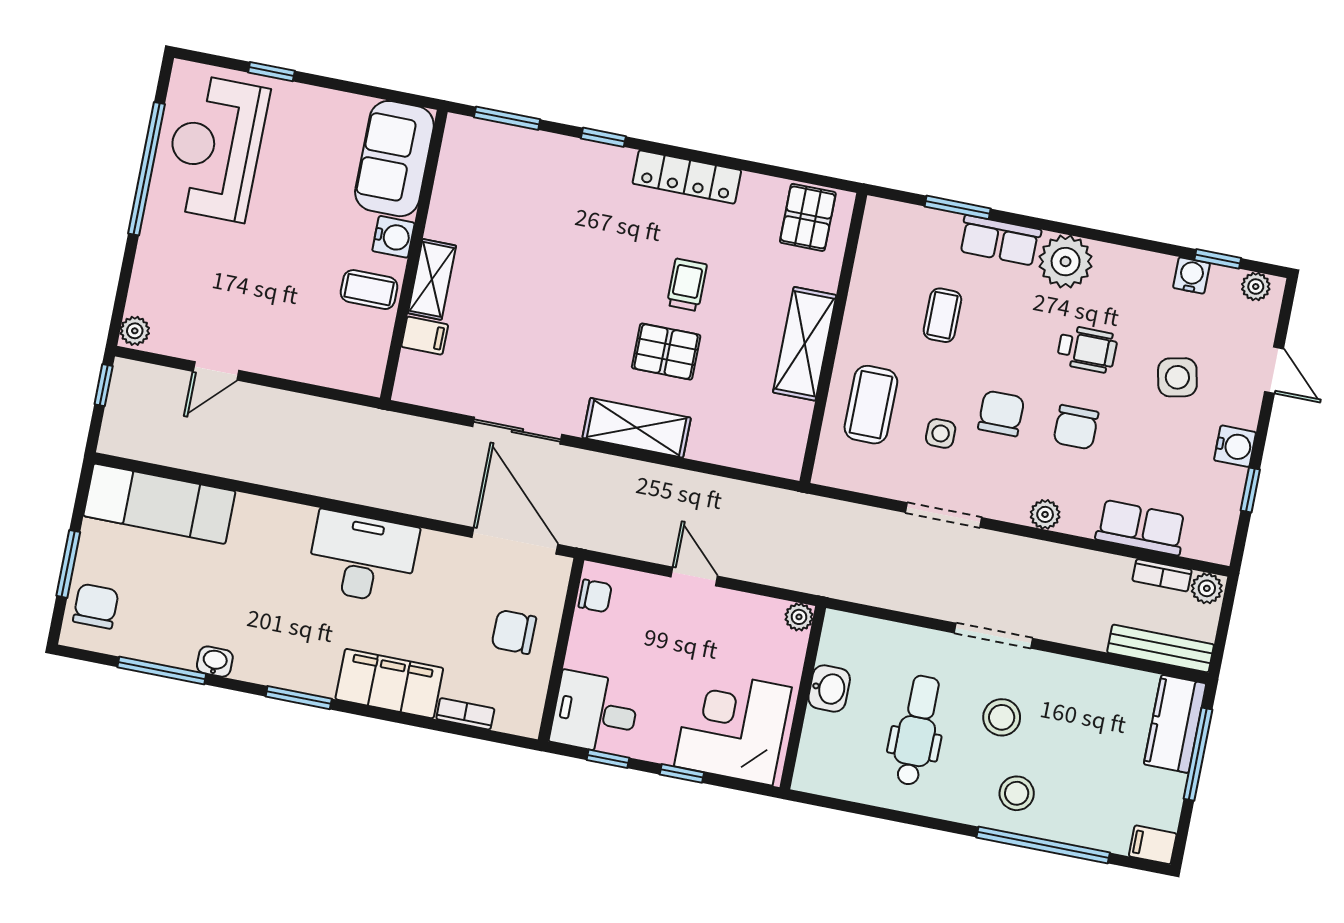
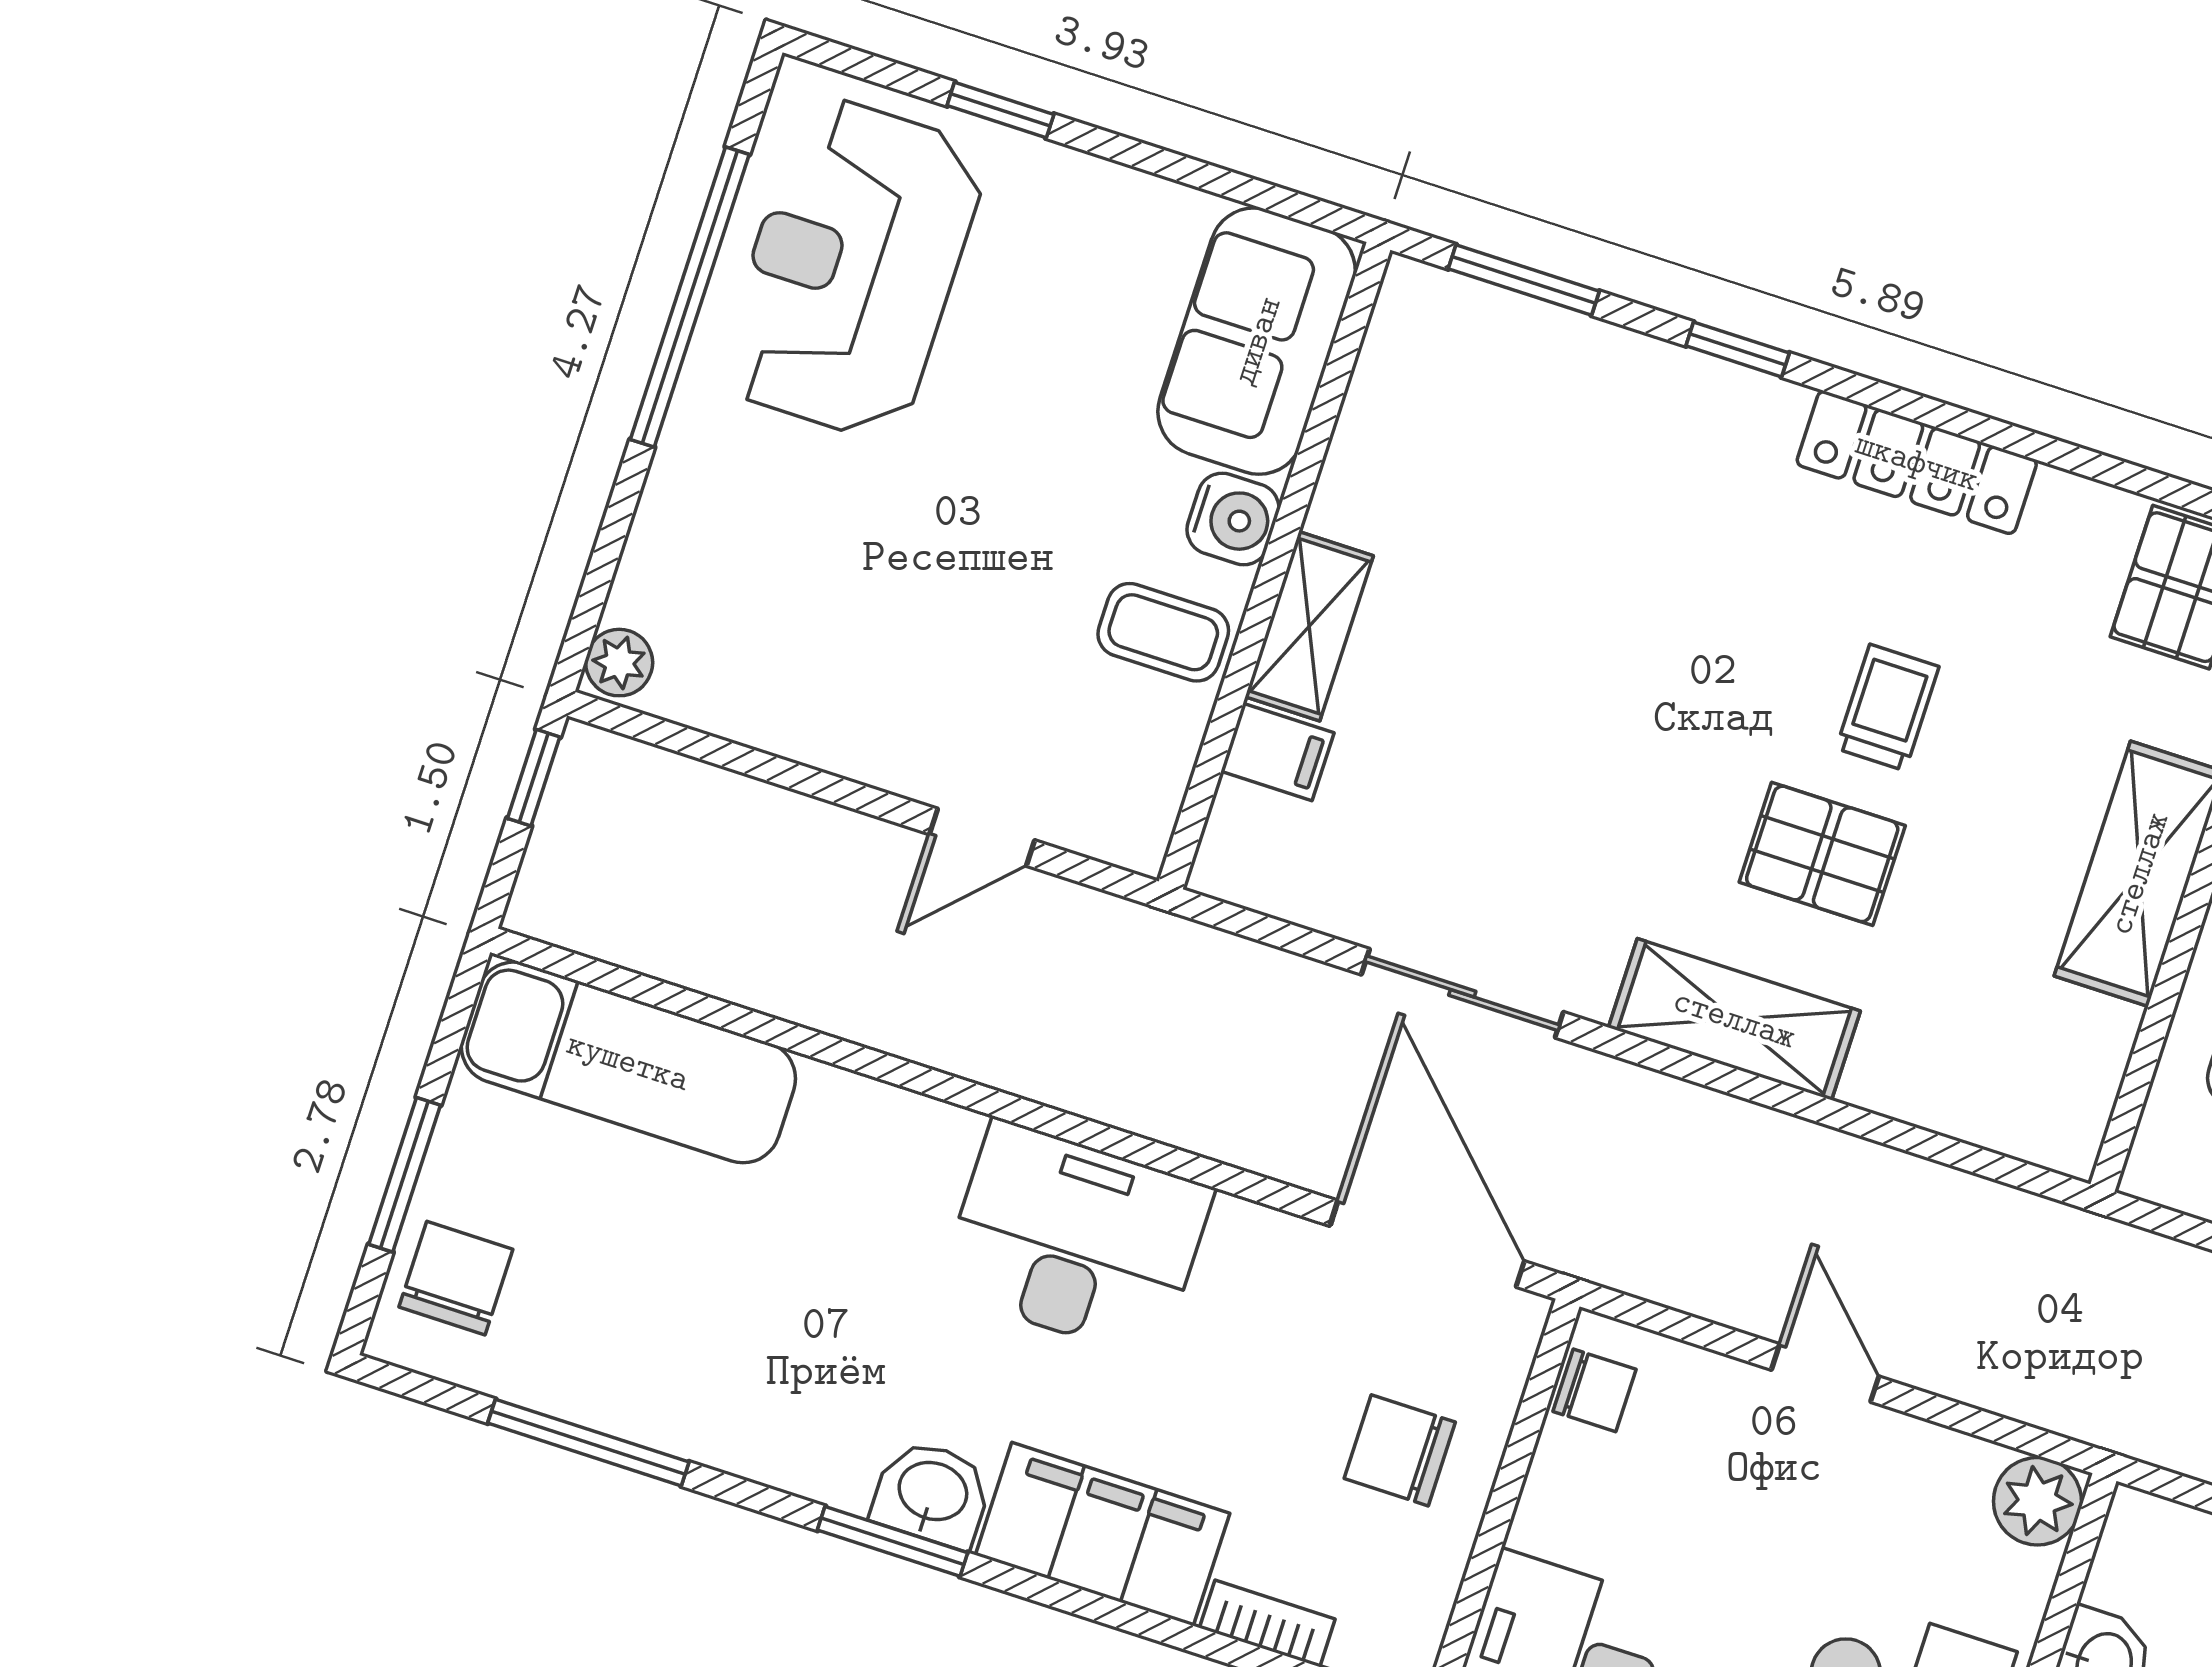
door: (216, 371) -> (982, 837), moved
plant: (799, 617) -> (2037, 1501), width x1.38, depth x1.38
washbasin: (215, 662) -> (932, 1494), moved, width x1.38, depth x1.45

